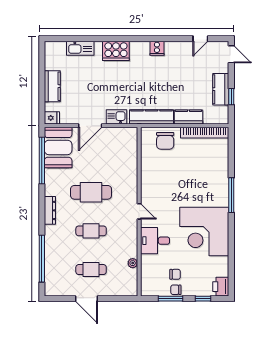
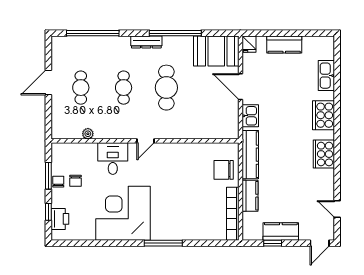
cooker: (157, 48) -> (324, 154), width x1.87, depth x1.31
window: (42, 161) -> (175, 33), moved
printer: (221, 287) -> (60, 219), moved, turned 90

